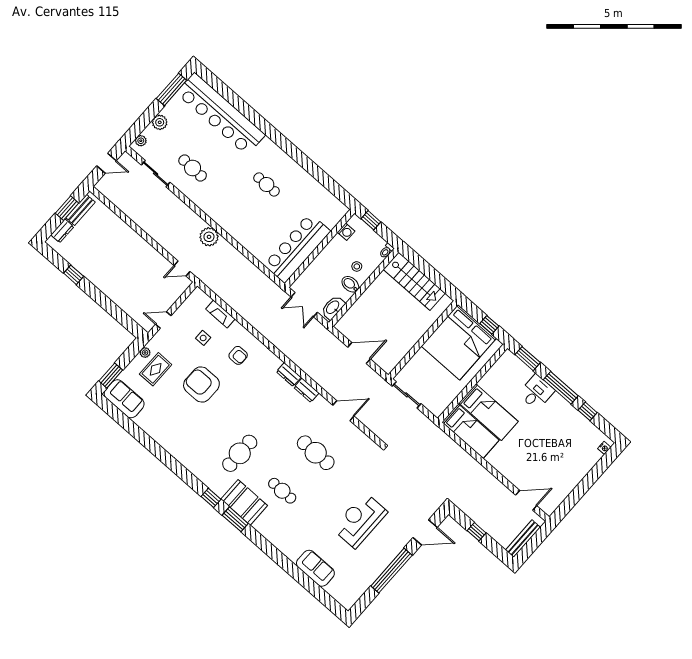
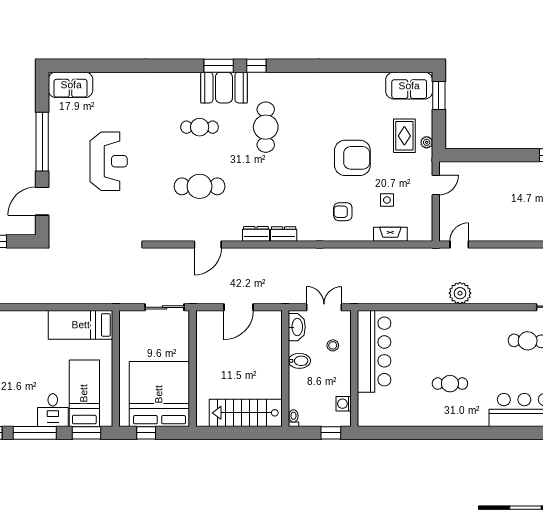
stool: (357, 266) -> (333, 345), moved
bed: (489, 412) -> (84, 393), moved, turned 90
sofa: (315, 568) -> (71, 85), moved

